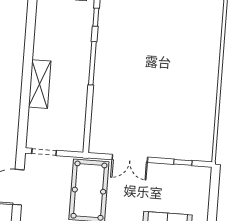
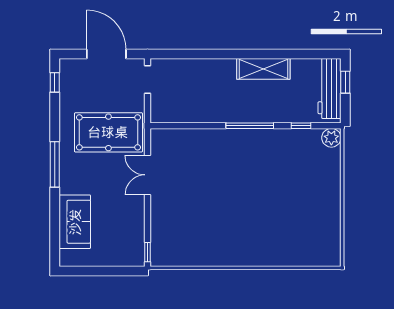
shelving: (40, 84) -> (263, 69), moved
window: (183, 162) -> (147, 252), moved

